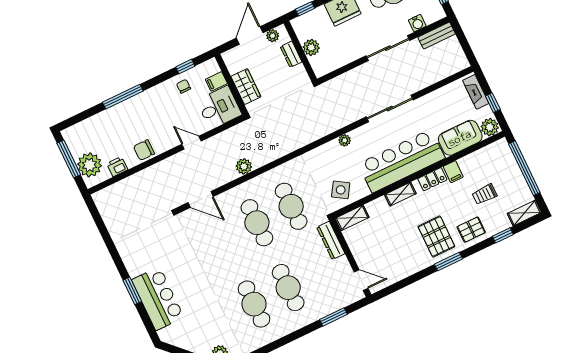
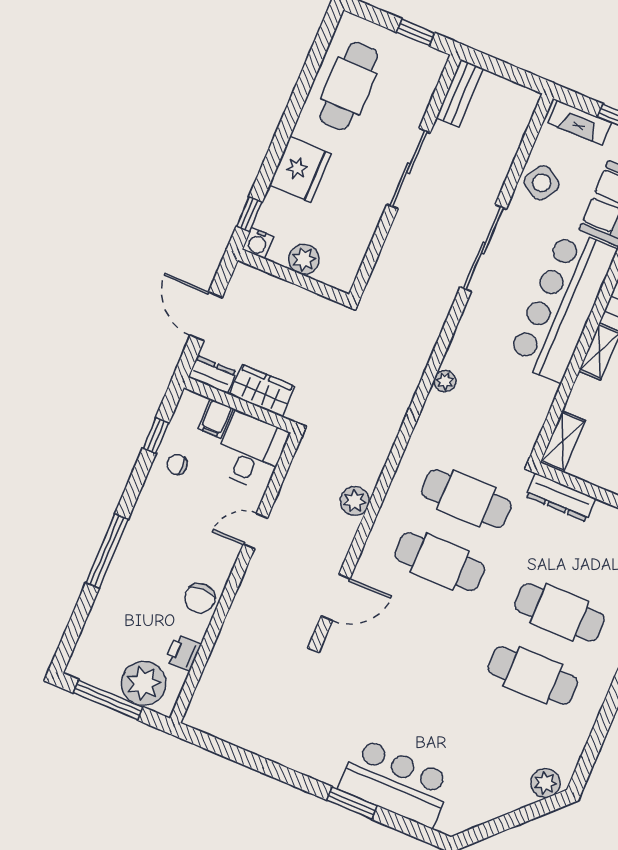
water cooler: (417, 23) -> (258, 243), moved, turned 90
plant: (273, 36) -> (237, 290), removed
dresser: (291, 54) -> (212, 374), moved, turned 180
plant: (345, 140) -> (445, 381), moved
side table: (341, 190) -> (542, 183), moved

